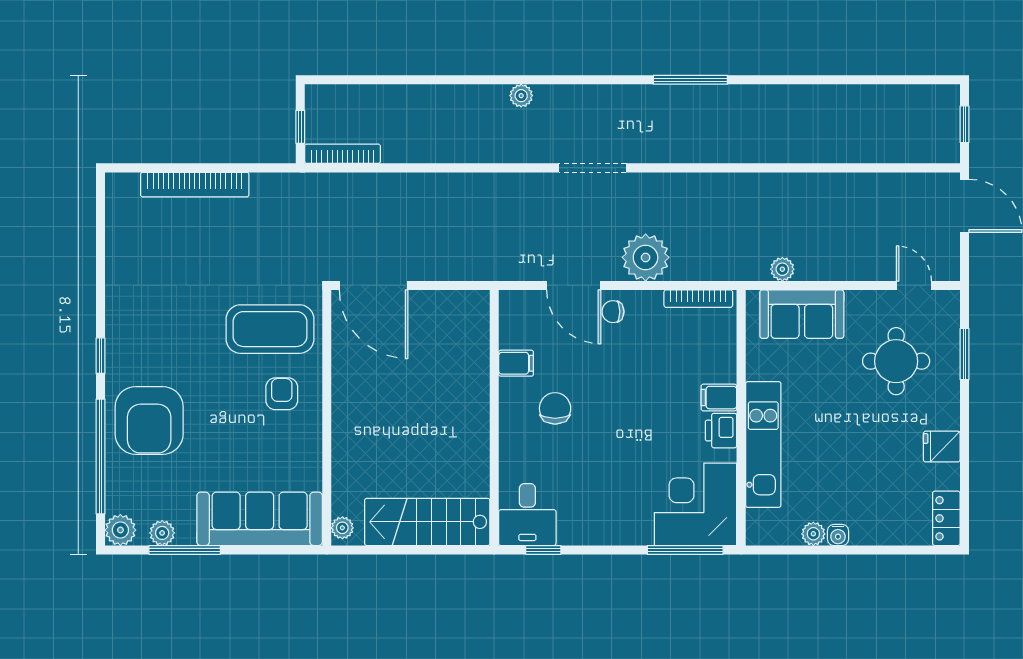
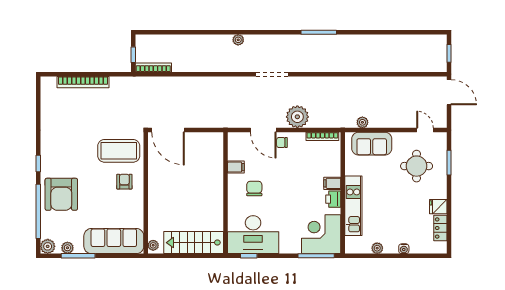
desk: (527, 515) -> (253, 235), width x1.87, depth x1.30
locker: (946, 518) -> (440, 228), moved
water cooler: (838, 535) -> (404, 249), moved

